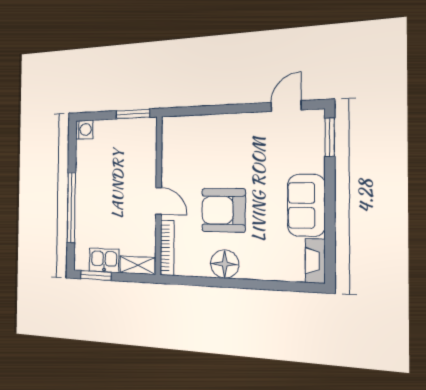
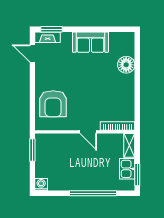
door: (159, 201) -> (88, 132), swing flipped
armchair: (223, 210) -> (53, 104), moved
fireplace: (315, 261) -> (48, 37), moved
floor lamp: (225, 264) -> (126, 65), moved

